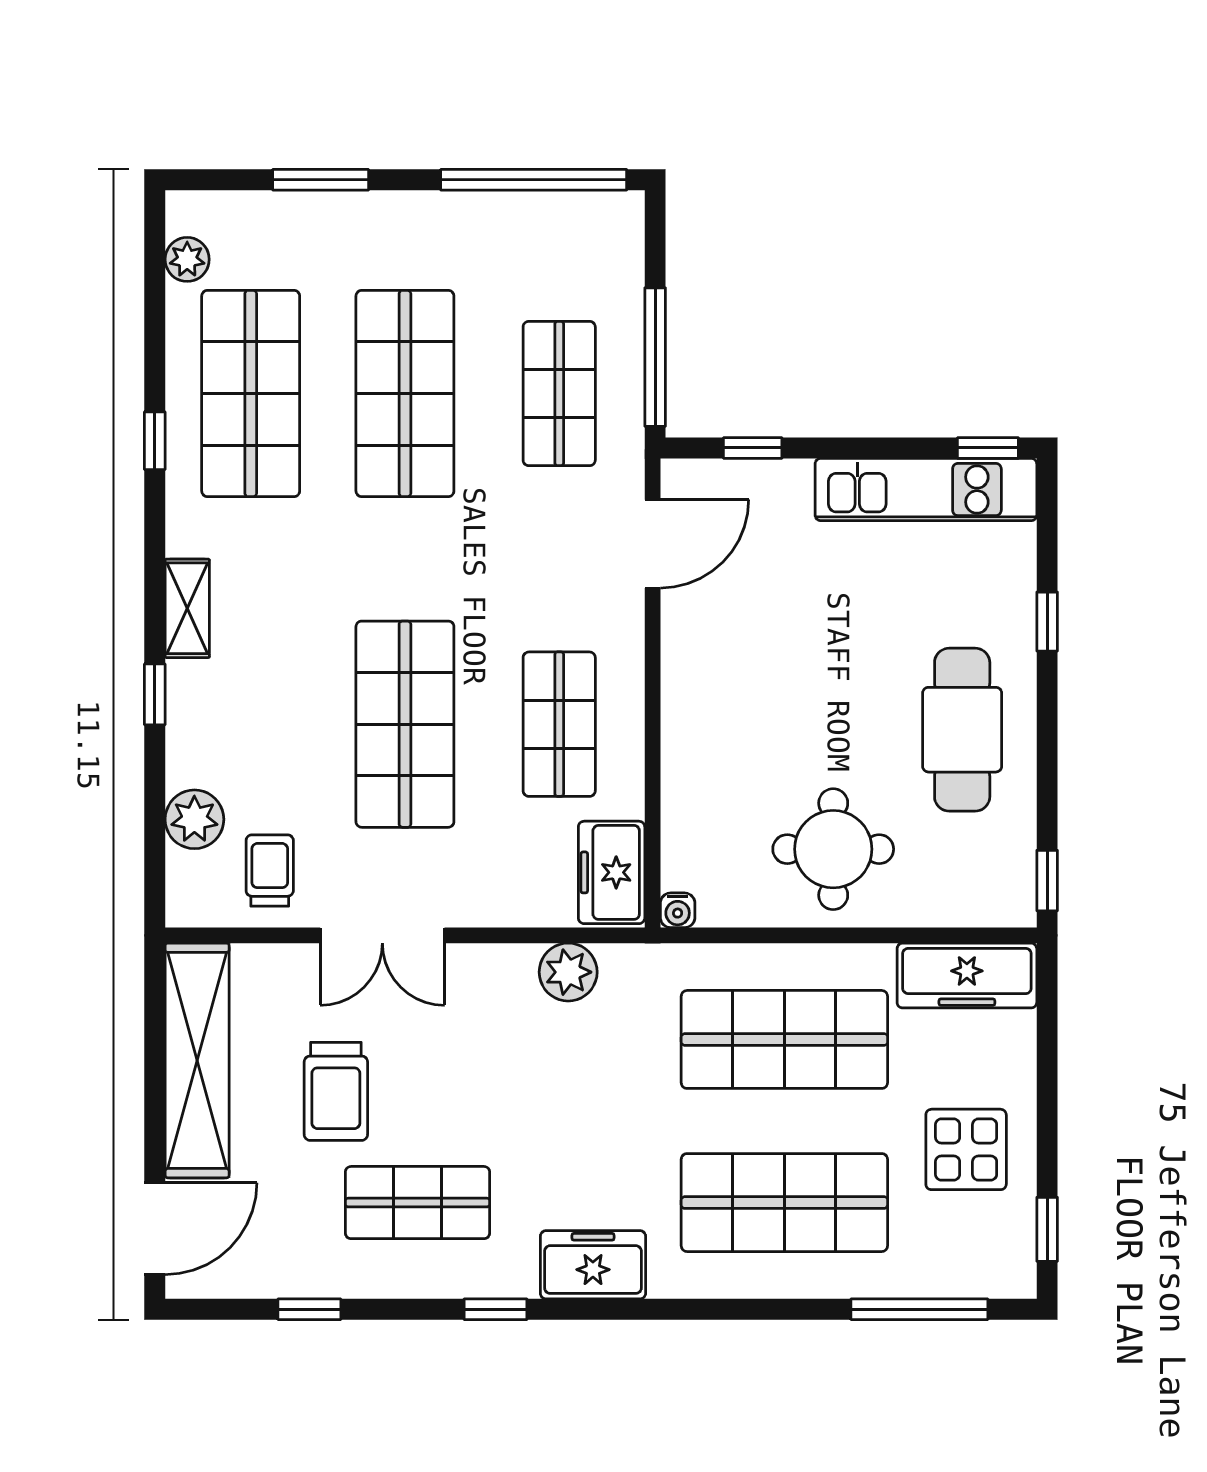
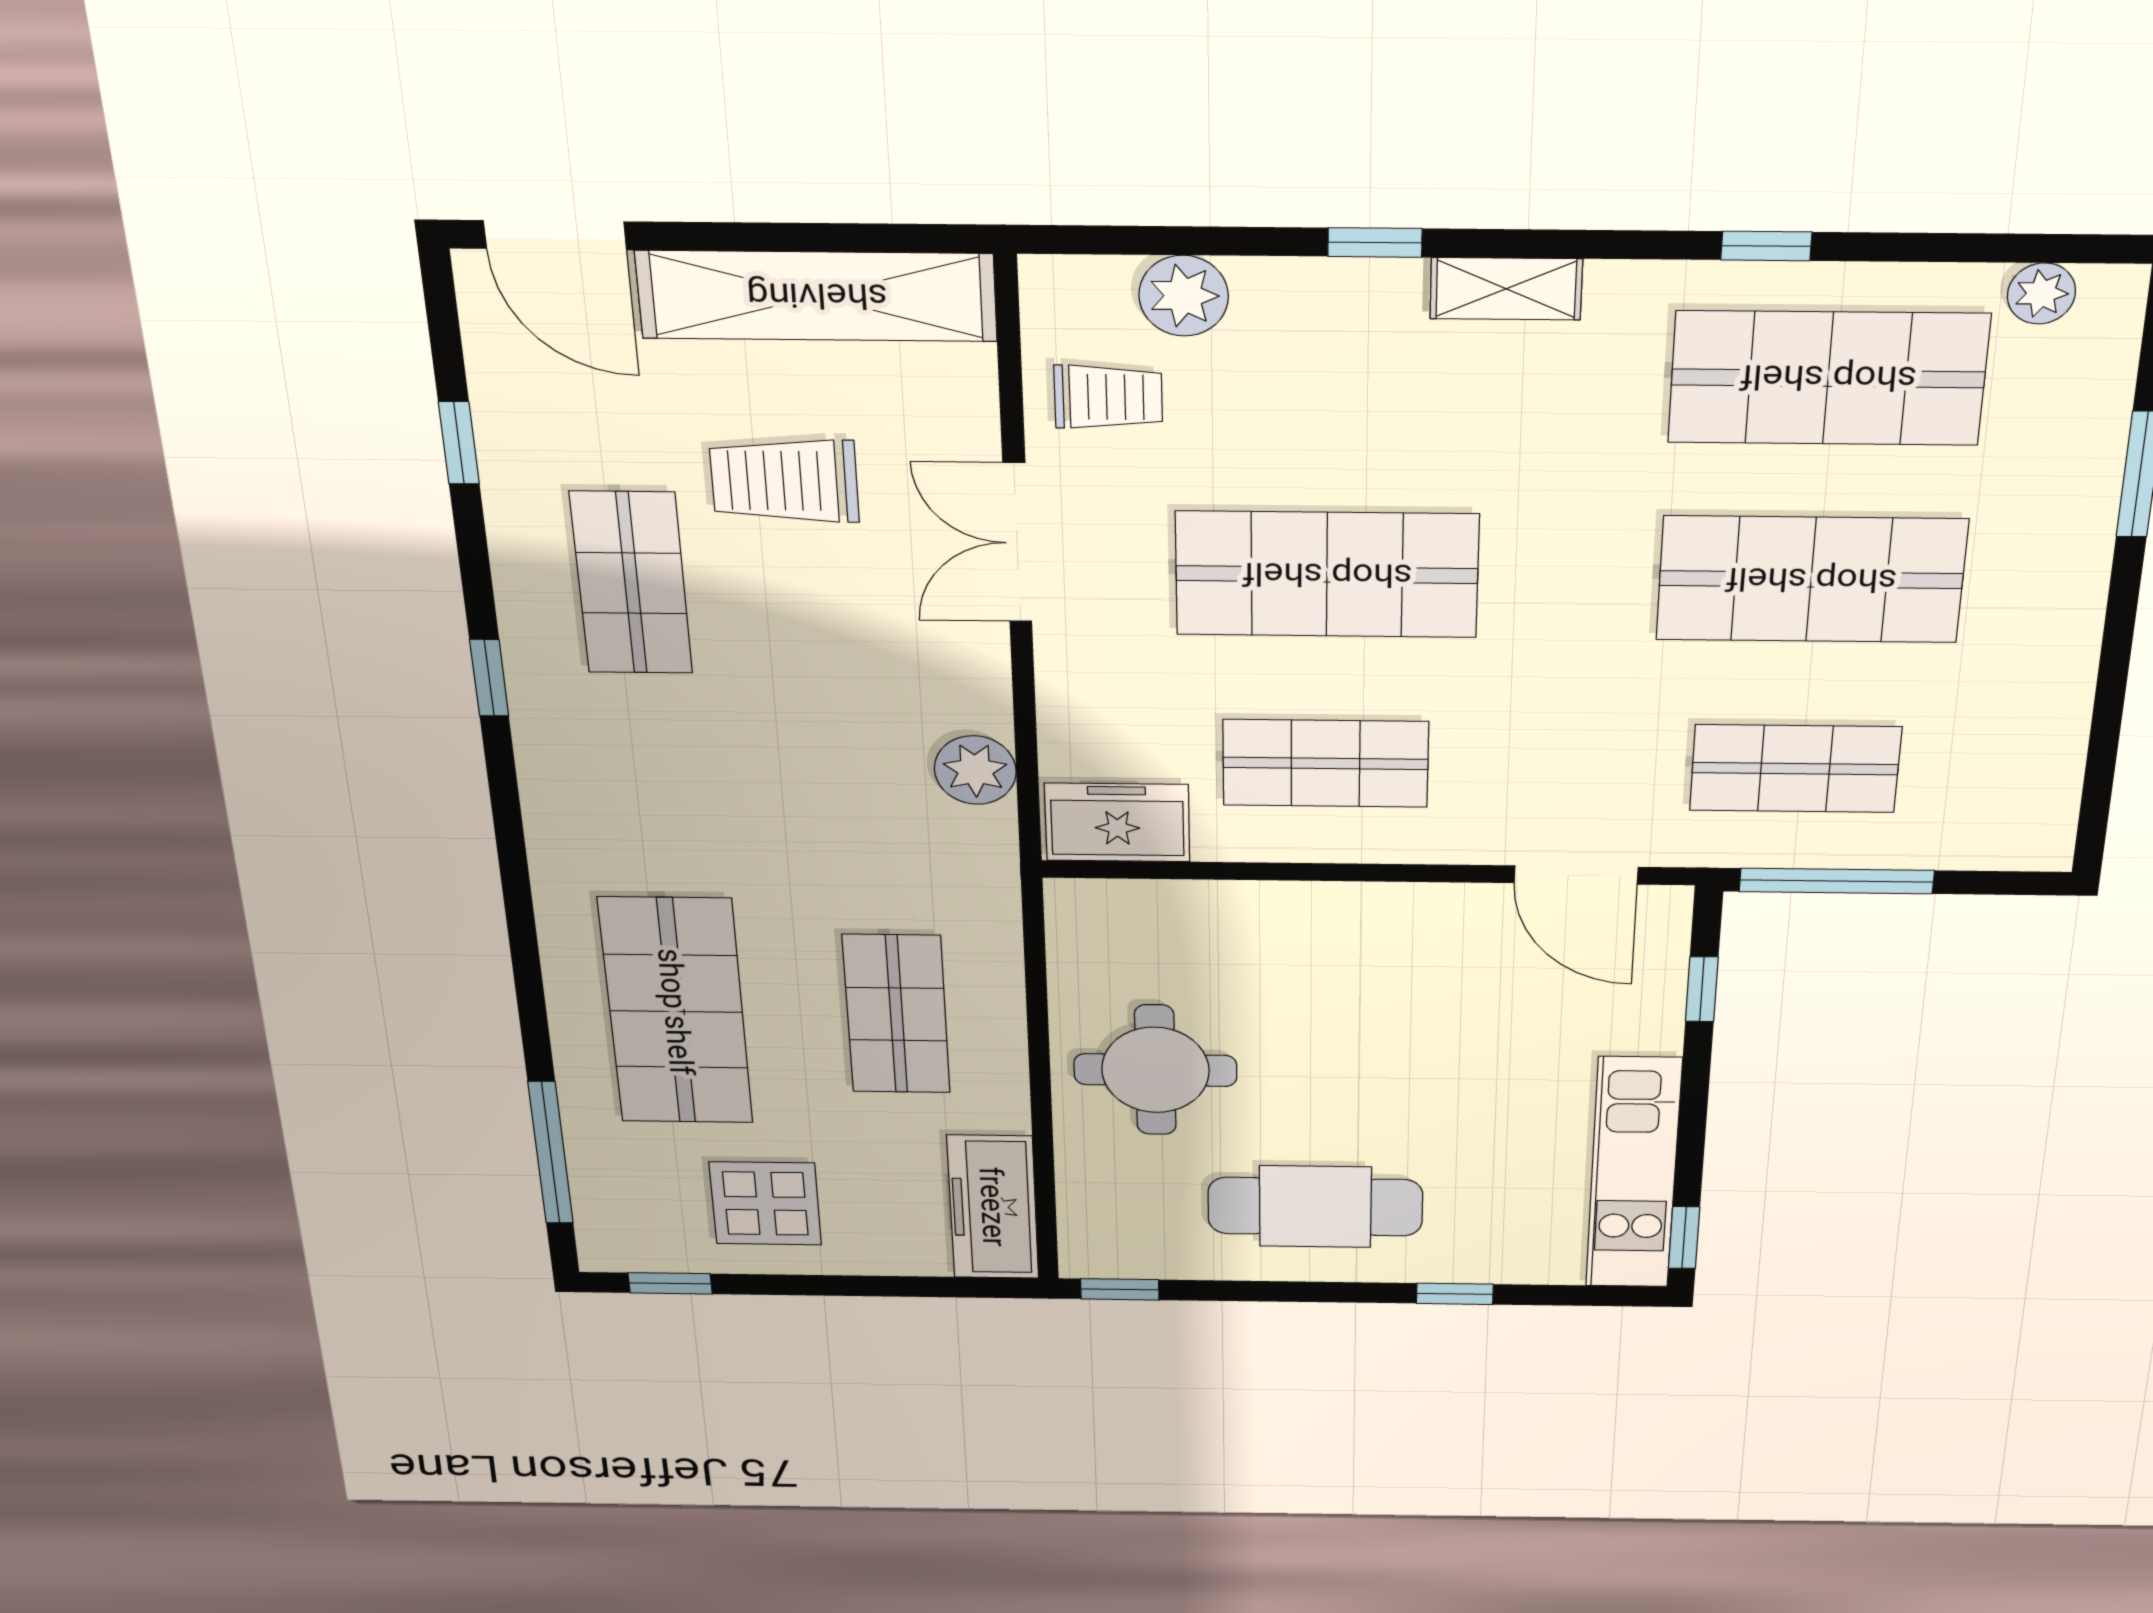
window: (534, 180) -> (2104, 741), removed
water cooler: (678, 910) -> (1067, 898), removed
shop shelf: (784, 1039) -> (896, 1014), width x0.70, depth x0.74
freezer: (593, 1265) -> (566, 795), removed

